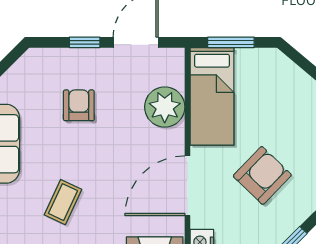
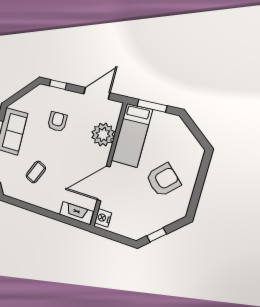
window: (85, 42) -> (58, 85), moved
armchair: (262, 175) -> (163, 180), moved

